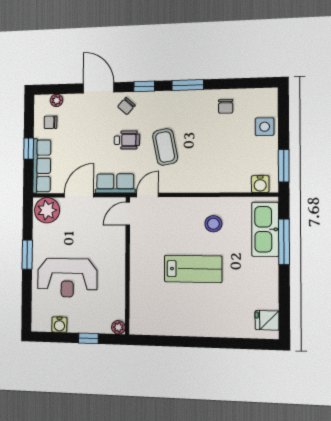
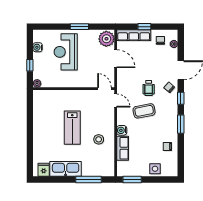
row of seats: (115, 183) -> (123, 148), moved
water cooler: (260, 184) -> (122, 130), moved
kitchen sink: (265, 229) -> (66, 169), moved

